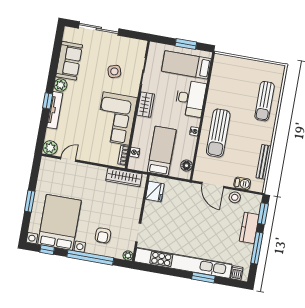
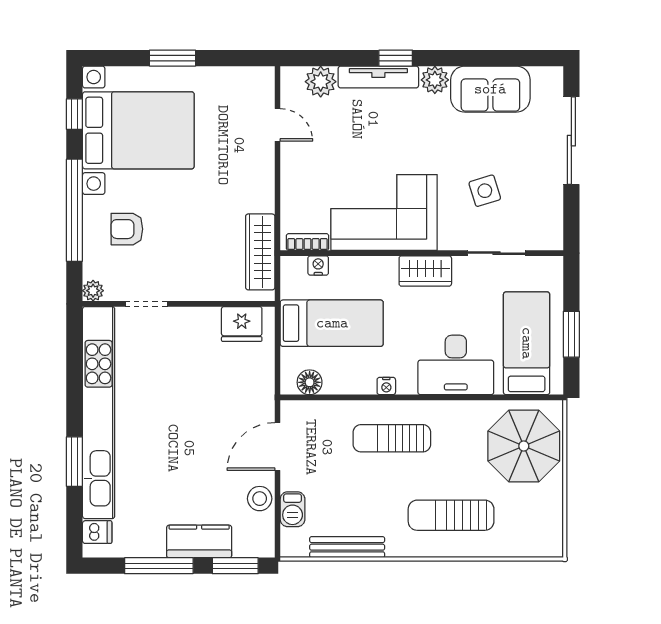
parasol: (232, 74) -> (524, 446), added
sun lounger: (265, 101) -> (451, 515), moved
sun lounger: (218, 133) -> (392, 438), width x0.73, depth x0.75
plant: (50, 148) -> (321, 82), moved

